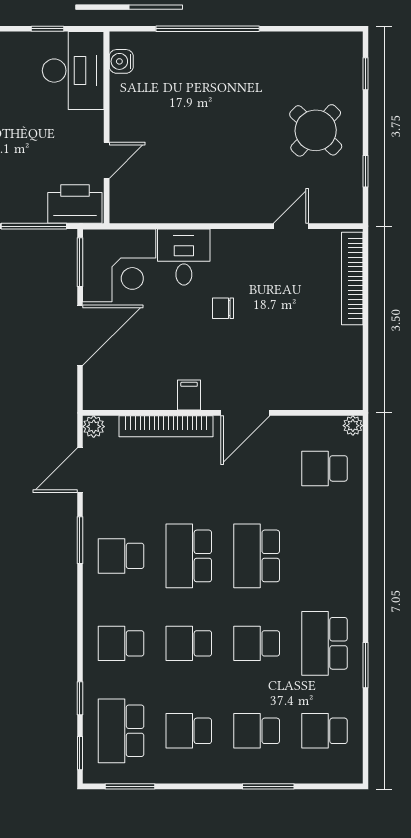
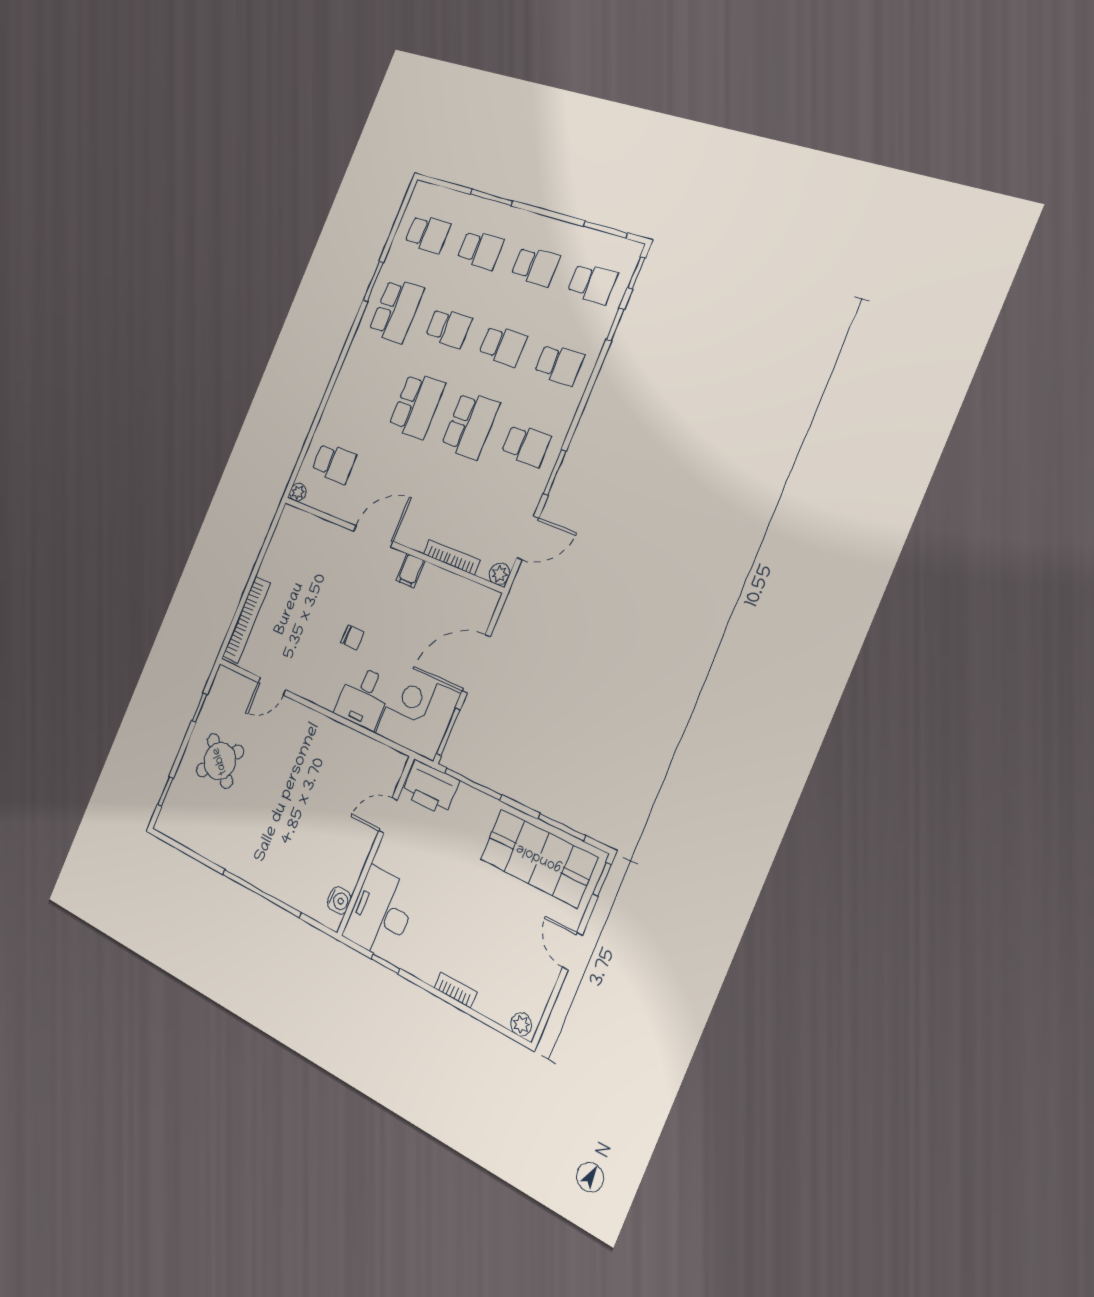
bookcase: (166, 426) -> (452, 557), width x0.68, depth x0.76
school desk: (121, 731) -> (592, 283), width x0.54

